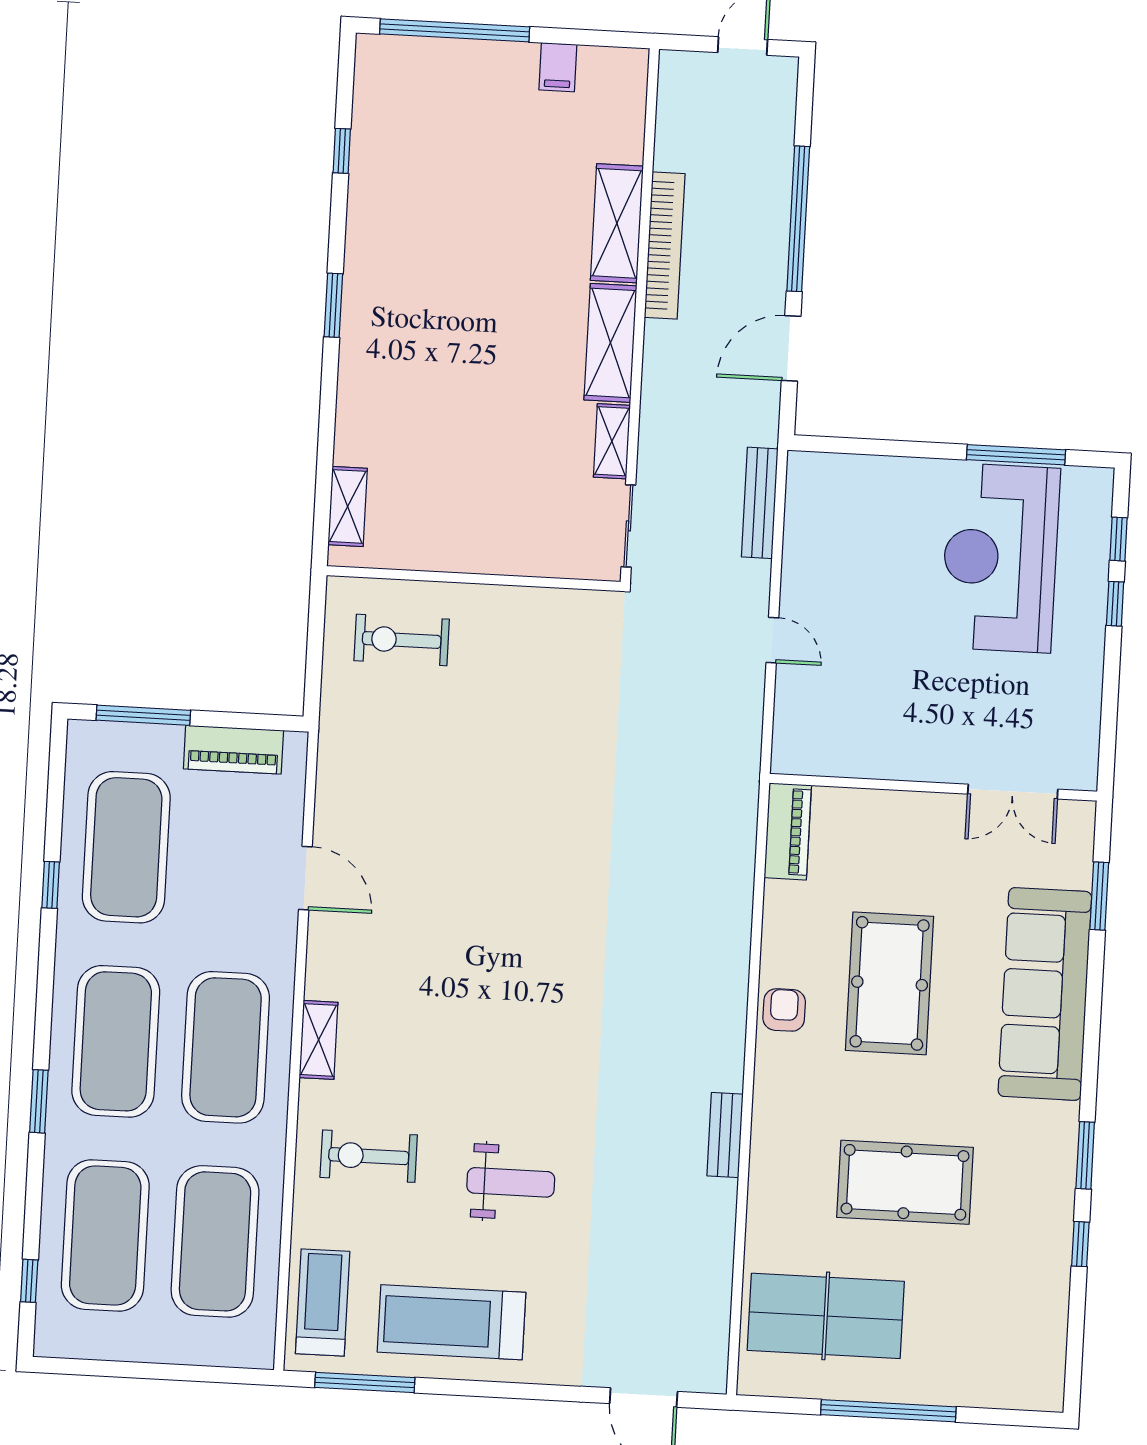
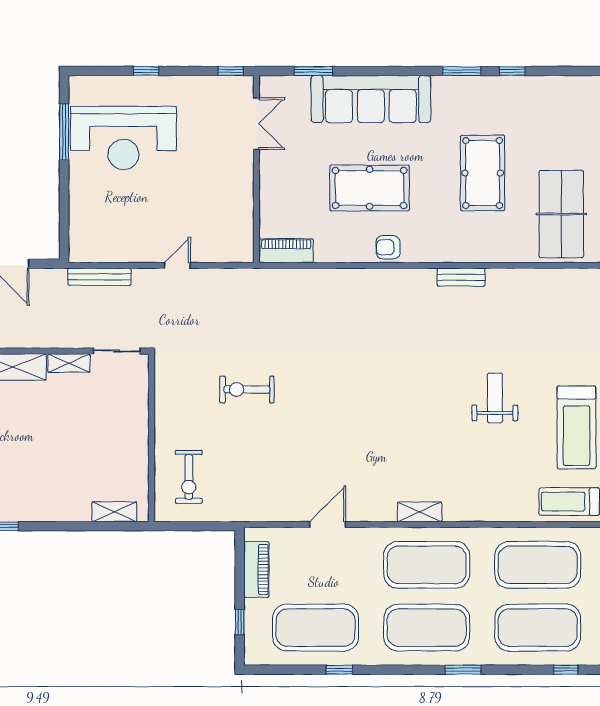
window: (1119, 539) -> (231, 71), moved
window: (143, 715) -> (240, 622), width x0.46
exercise bike: (369, 1156) -> (247, 389), moved, turned 90

